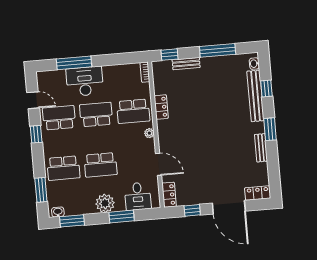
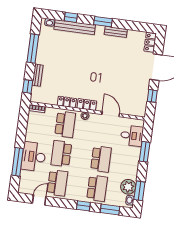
school desk: (59, 118) -> (57, 183), turned 180
window: (36, 134) -> (83, 206), moved
door: (159, 164) -> (111, 114), hinge flipped
locker: (169, 195) -> (87, 105), moved
plant: (105, 203) -> (128, 187), moved

